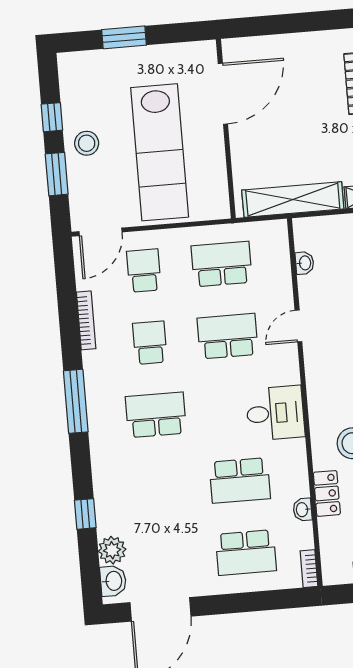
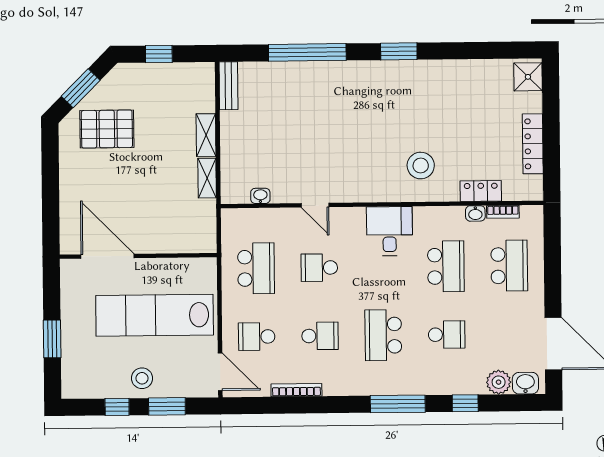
lab bench: (160, 152) -> (155, 315), turned 180
shelving: (293, 200) -> (207, 178), width x0.45, depth x0.75
school desk: (222, 264) -> (256, 268), turned 180
school desk: (228, 336) -> (319, 268), width x0.54
school desk: (150, 343) -> (320, 336), turned 180
window: (76, 401) -> (398, 404), moved
school desk: (162, 487) -> (447, 335), added
locker: (327, 493) -> (481, 191), moved
bookcase: (309, 569) -> (503, 212), moved

